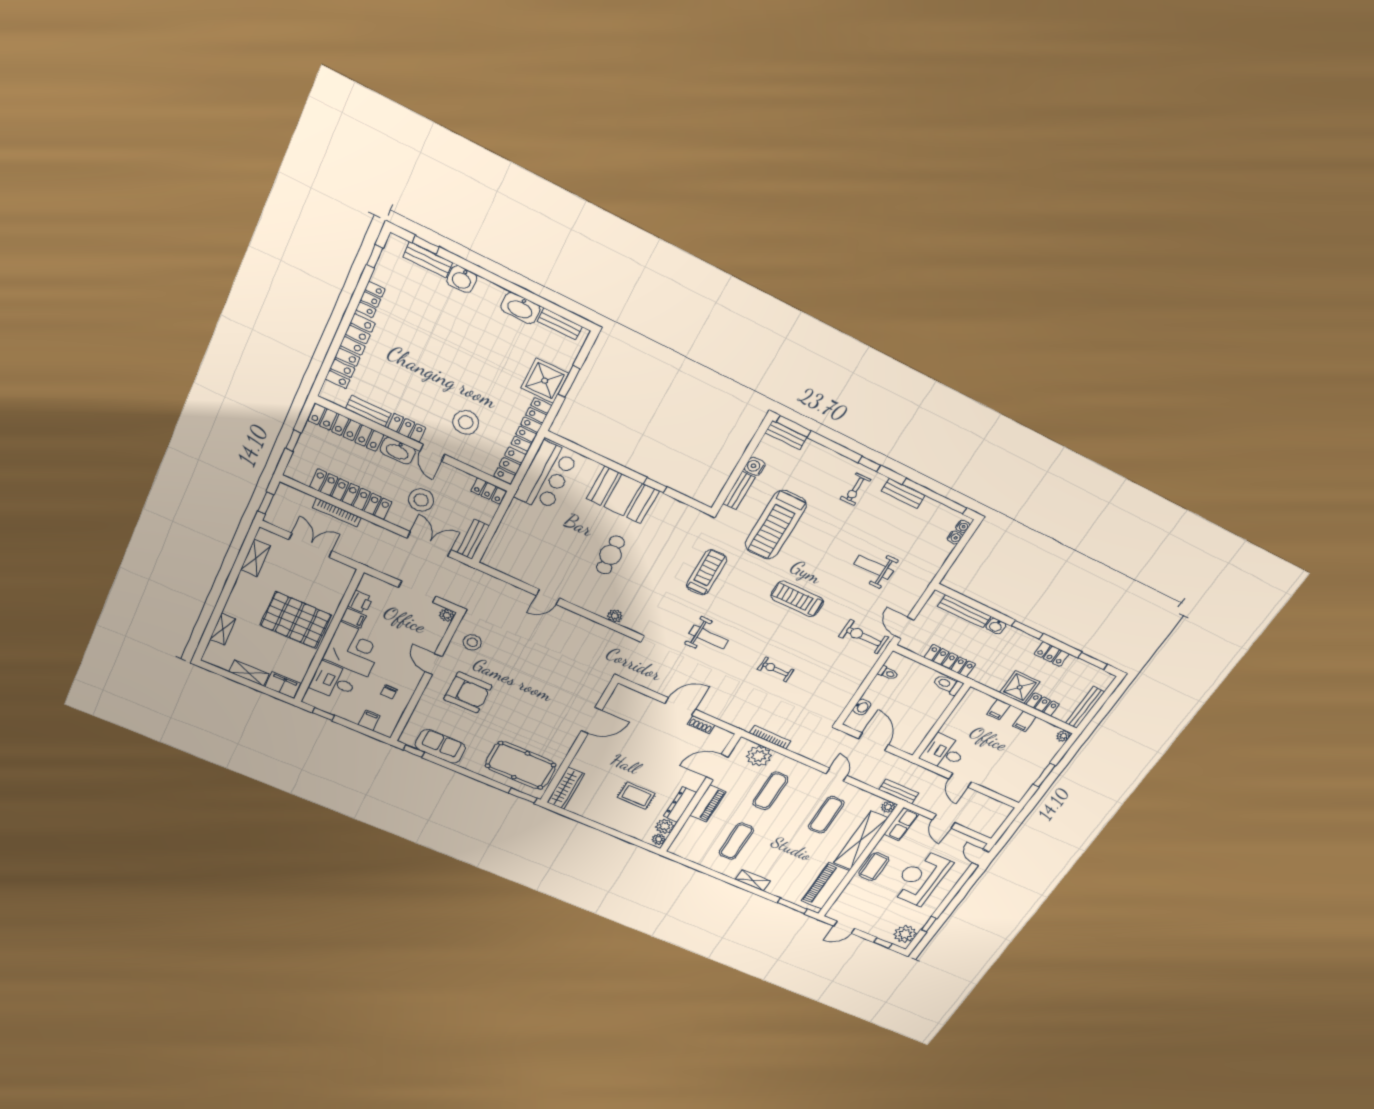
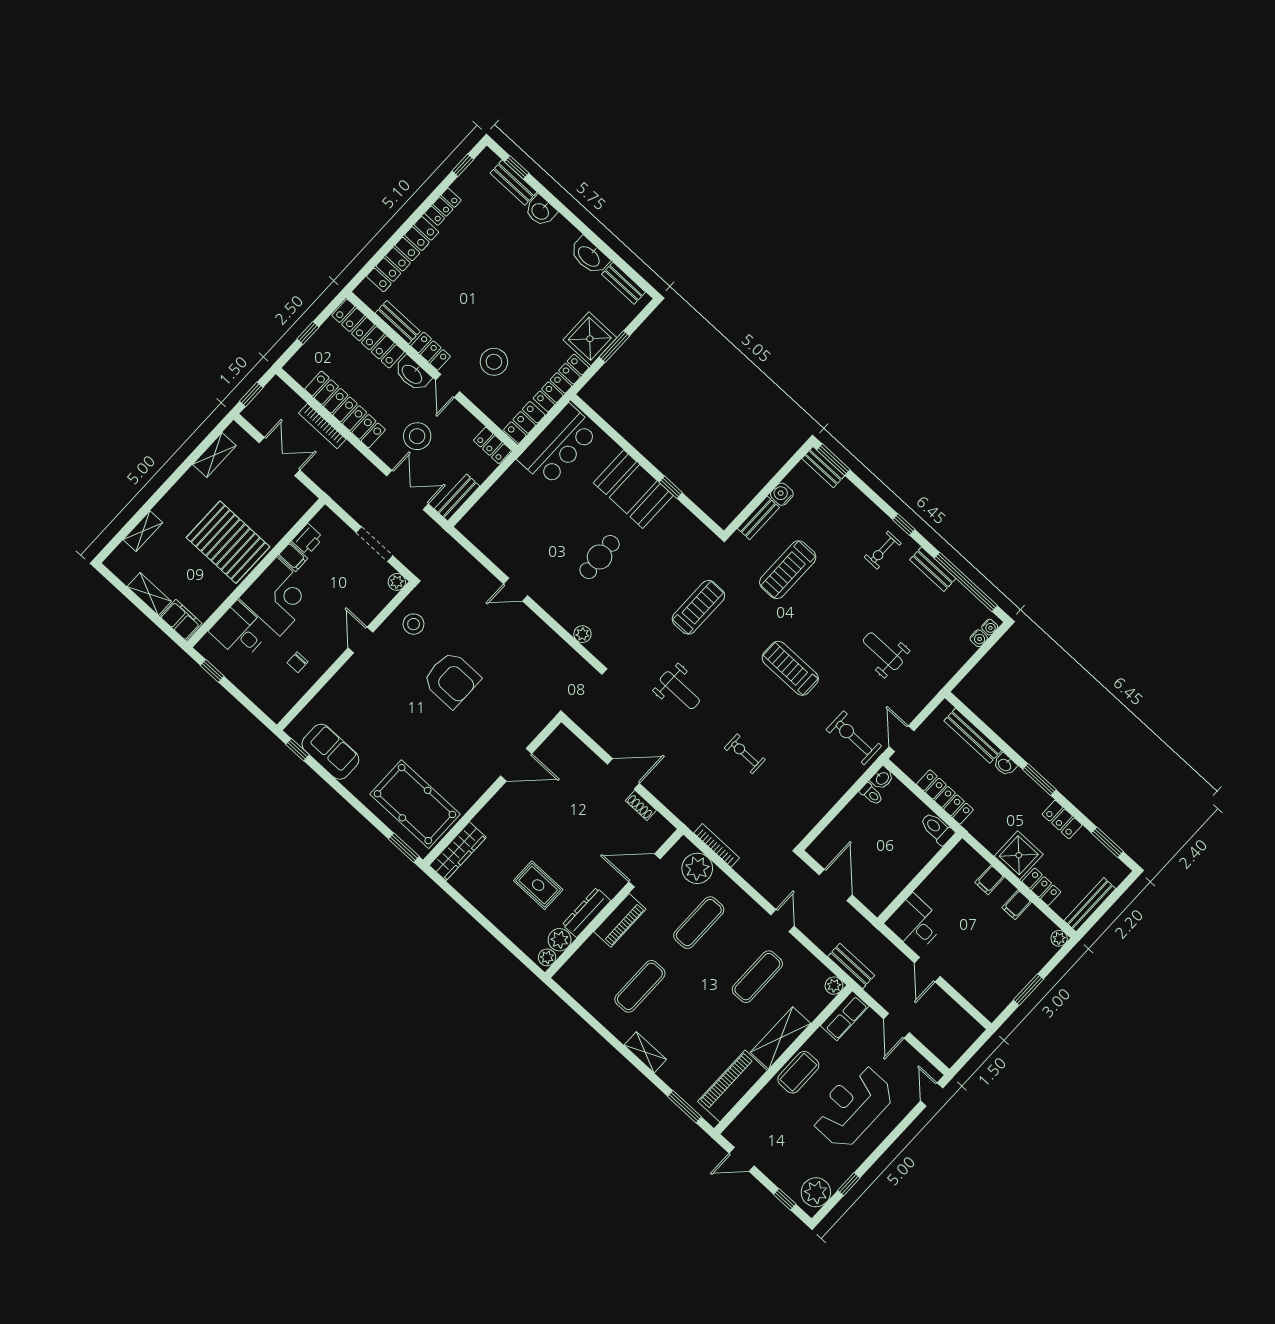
treadmill: (776, 525) -> (788, 570), width x0.73, depth x0.73
armchair: (468, 692) -> (452, 679), moved
washbasin: (862, 707) -> (882, 778), moved
filing cabinet: (369, 720) -> (261, 694), removed
shelving: (860, 841) -> (781, 1038), width x0.68

